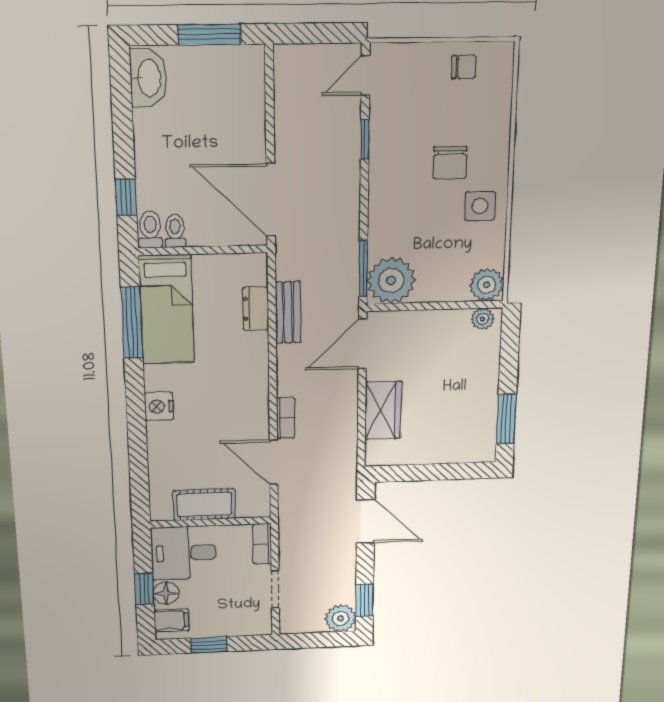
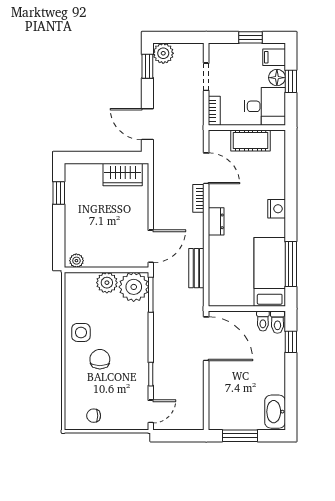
plant: (487, 285) -> (107, 283), moved
dresser: (256, 309) -> (216, 221), moved
wardrobe: (383, 410) -> (123, 174), moved, turned -90
window: (506, 419) -> (59, 193), width x0.67

